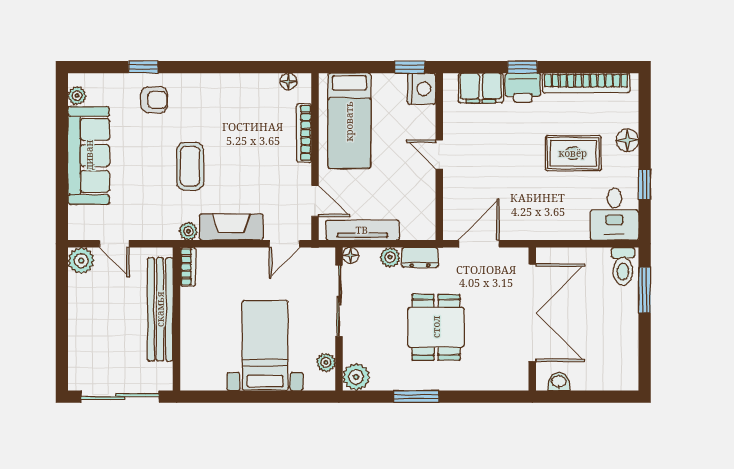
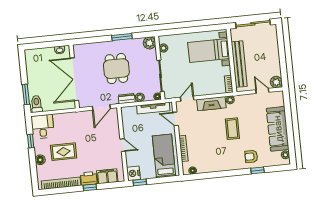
bed with nightstands: (265, 346) -> (209, 50), moved, turned 90

